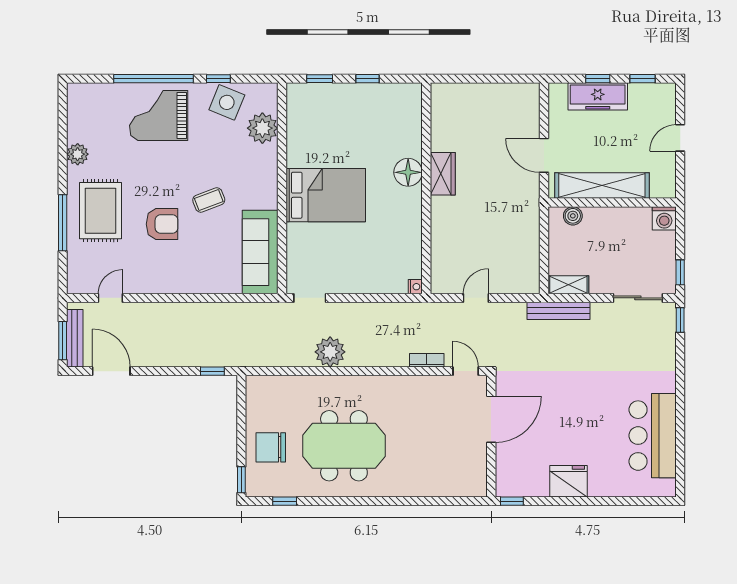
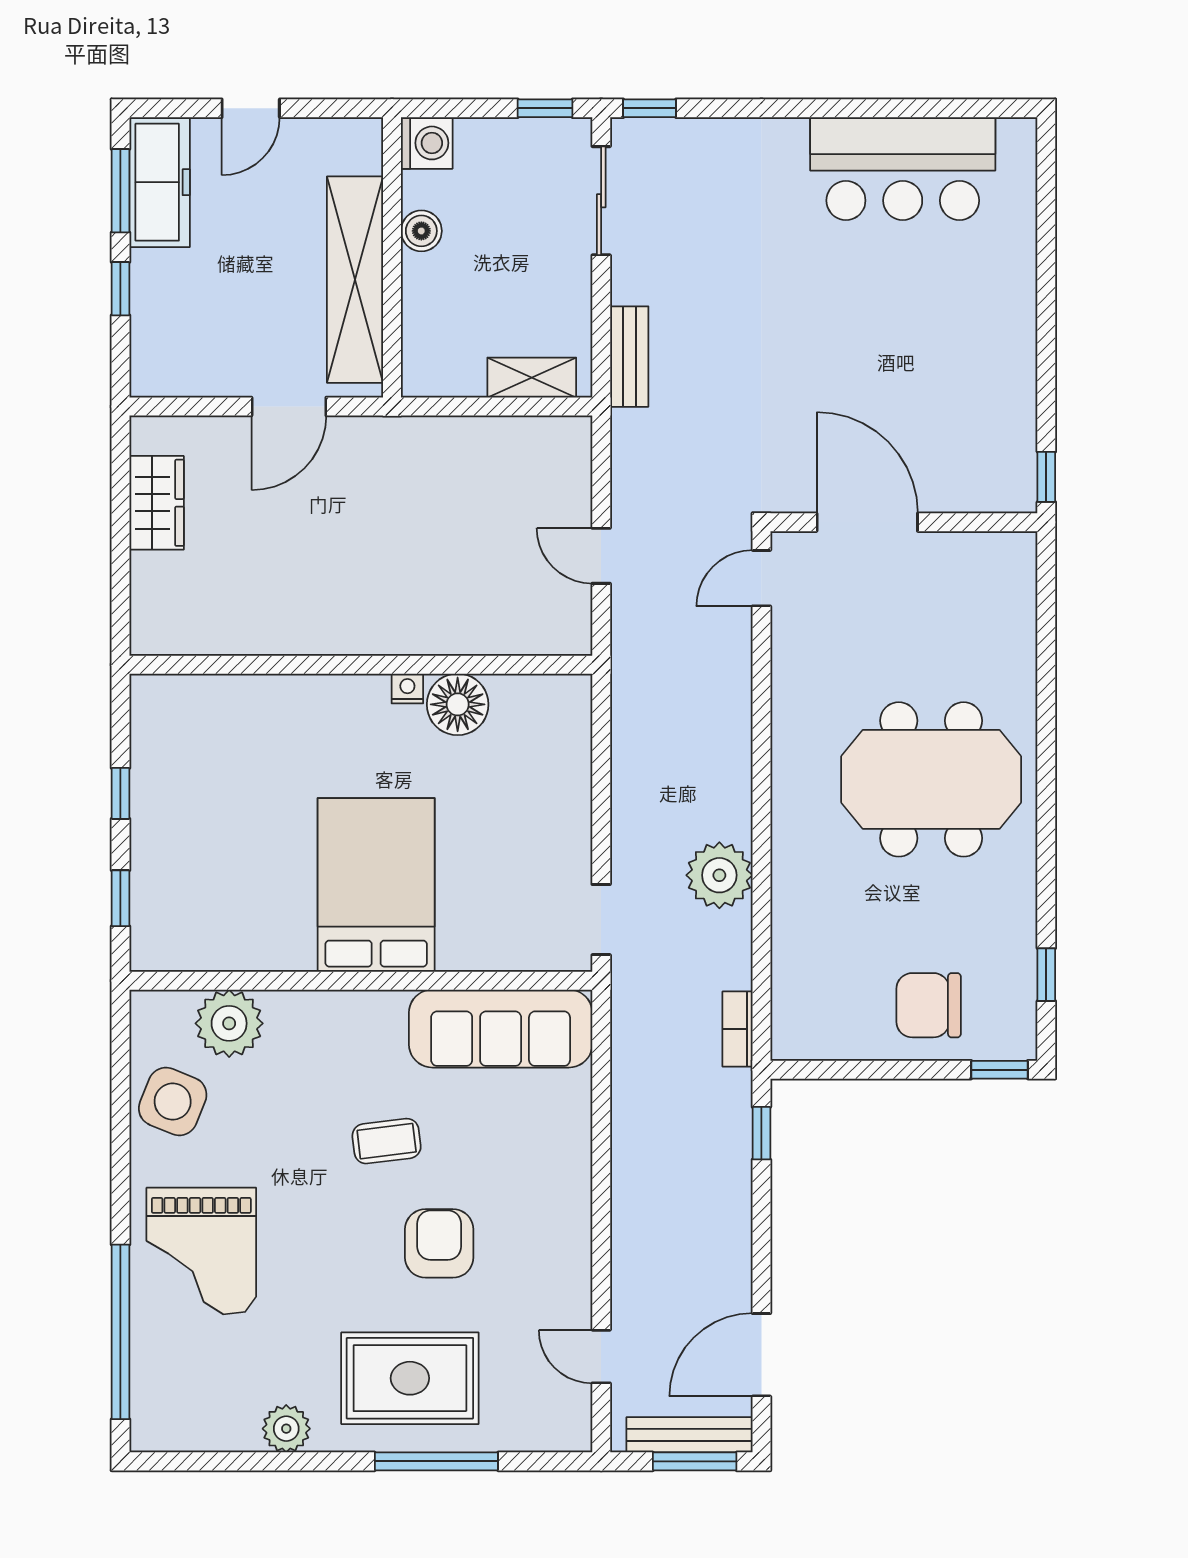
window: (153, 79) -> (120, 1332), moved
window: (218, 79) -> (120, 1120), removed
window: (642, 79) -> (120, 191), width x1.50
freezer: (598, 96) -> (160, 182), moved
door: (680, 138) -> (251, 108), hinge flipped
floor lamp: (408, 172) -> (458, 704), moved
wardrobe: (443, 174) -> (157, 503), moved, turned 90
coffee table: (209, 200) -> (387, 1141), turned -76
boiler: (573, 216) -> (421, 231), moved
shelving: (568, 285) -> (532, 378), moved, turned 90
nightstand: (415, 287) -> (407, 689), moved
bench: (558, 311) -> (629, 357), width x0.73
bookcase: (427, 360) -> (737, 1029), moved
meeting table: (344, 446) -> (931, 779), moved, turned 90
chair: (271, 447) -> (929, 1005), turned 90
fridge: (569, 481) -> (1003, 353), removed

